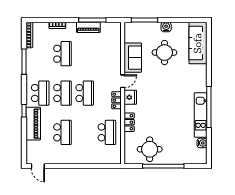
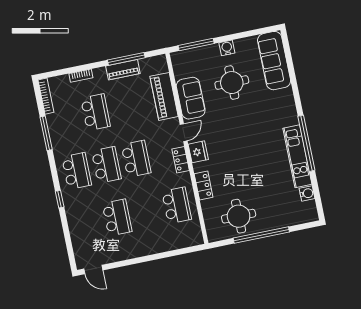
piano: (33, 124) -> (164, 96), moved, turned 180

